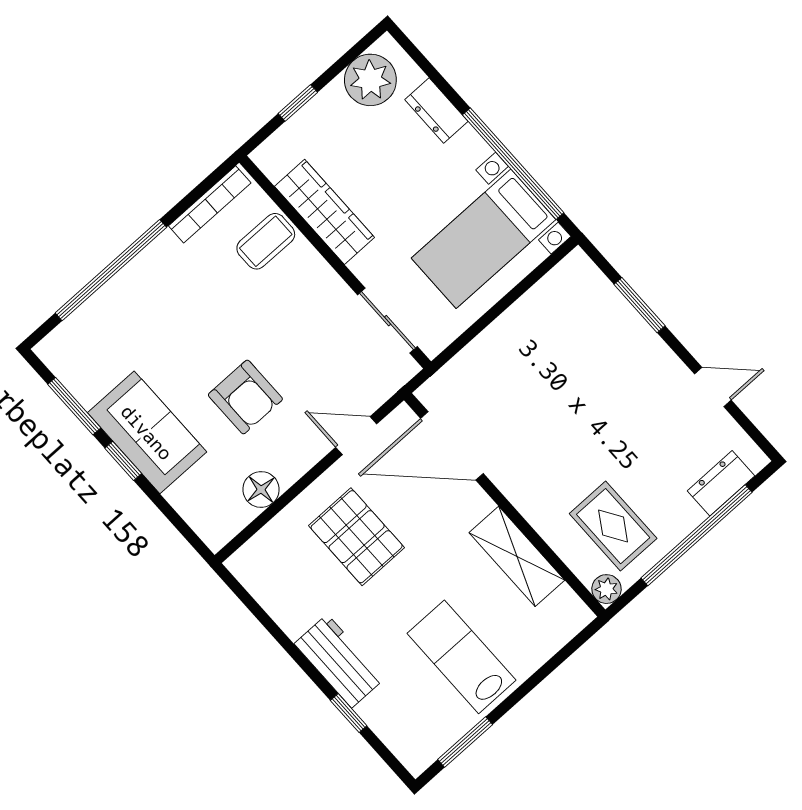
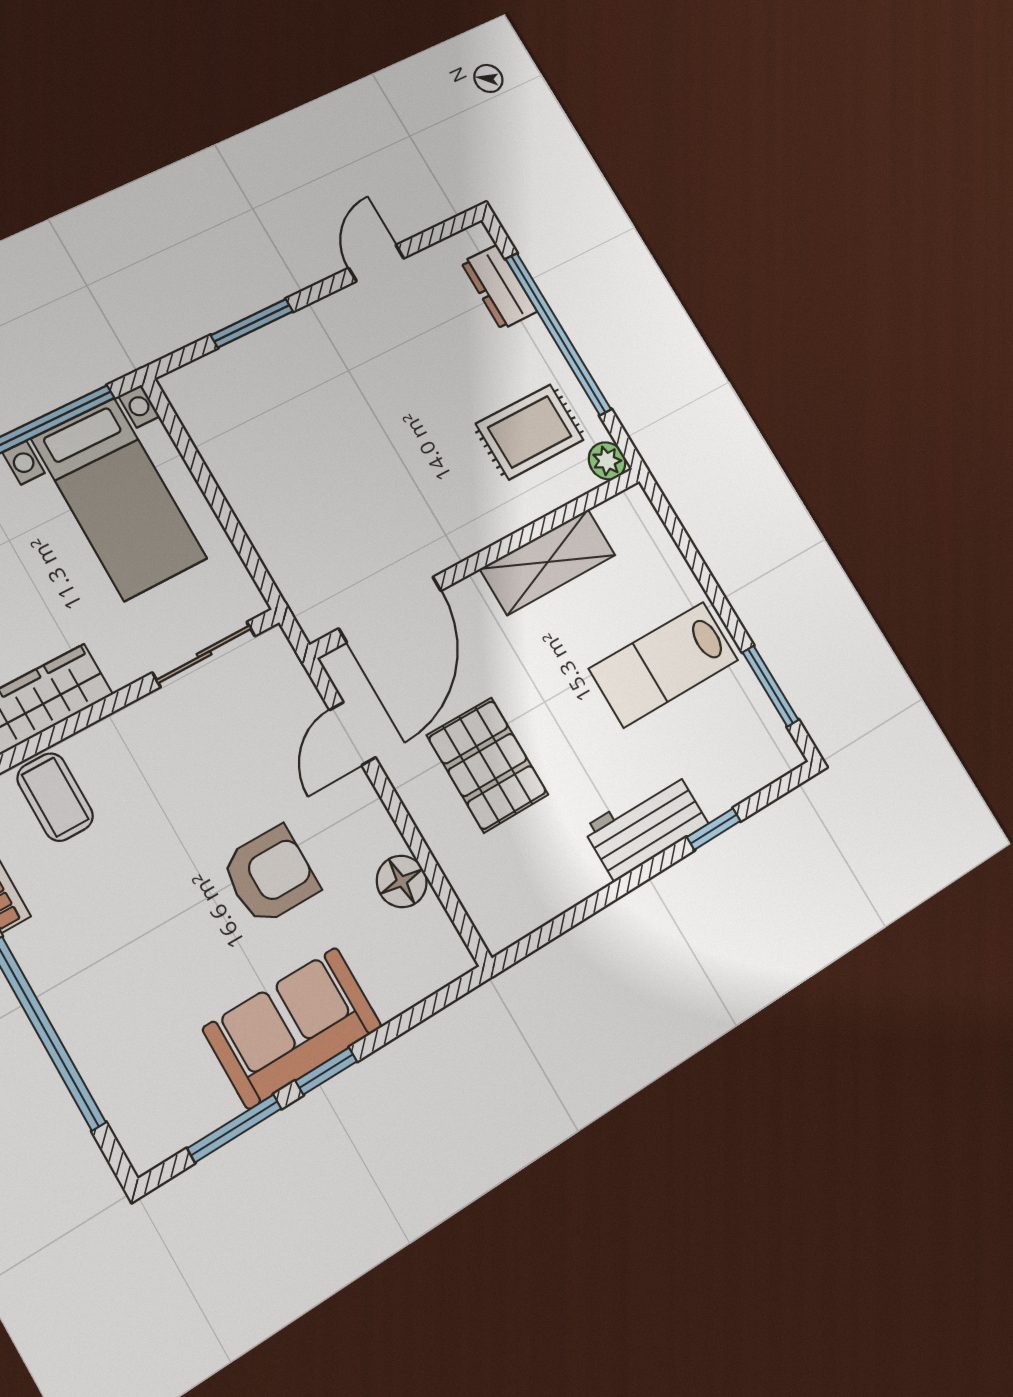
pallet: (357, 537) -> (488, 765), turned 90

